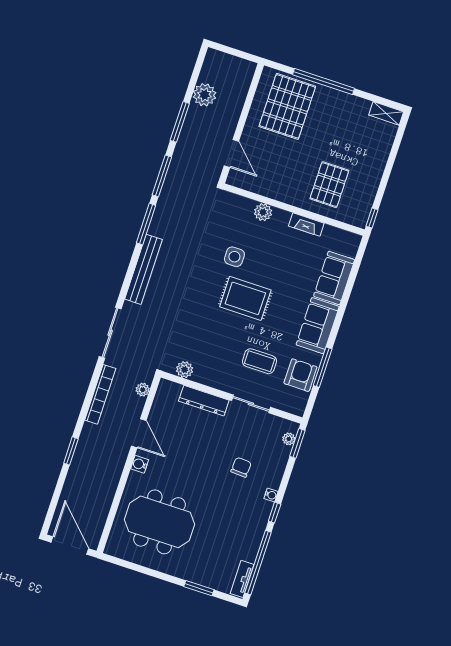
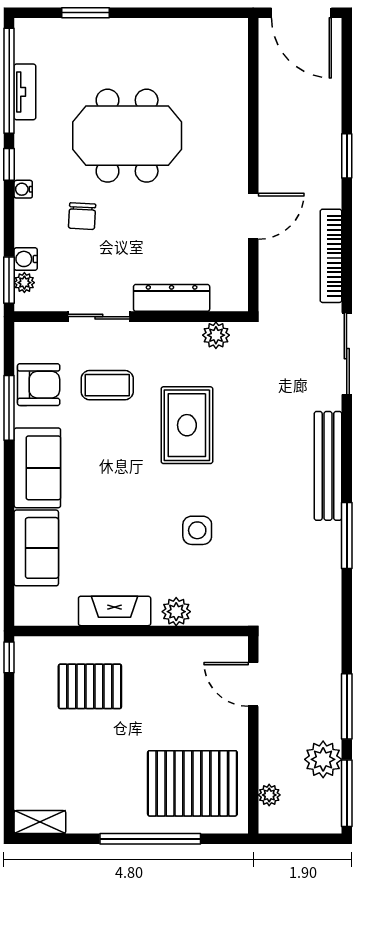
pallet: (287, 106) -> (192, 783), turned 90
window: (162, 176) -> (347, 793), moved
pallet: (329, 185) -> (90, 686), turned 90
fireplace: (306, 225) -> (115, 611), width x1.37, depth x1.32
rug: (245, 298) -> (187, 425), moved, turned 90
armchair: (300, 375) -> (39, 385), turned -90
plant: (143, 390) -> (269, 795), moved
door: (139, 433) -> (253, 216), swing flipped
water cooler: (140, 464) -> (26, 259), moved, turned 180
meeting table: (159, 522) -> (127, 136), moved
tv unit: (242, 579) -> (25, 92), moved

